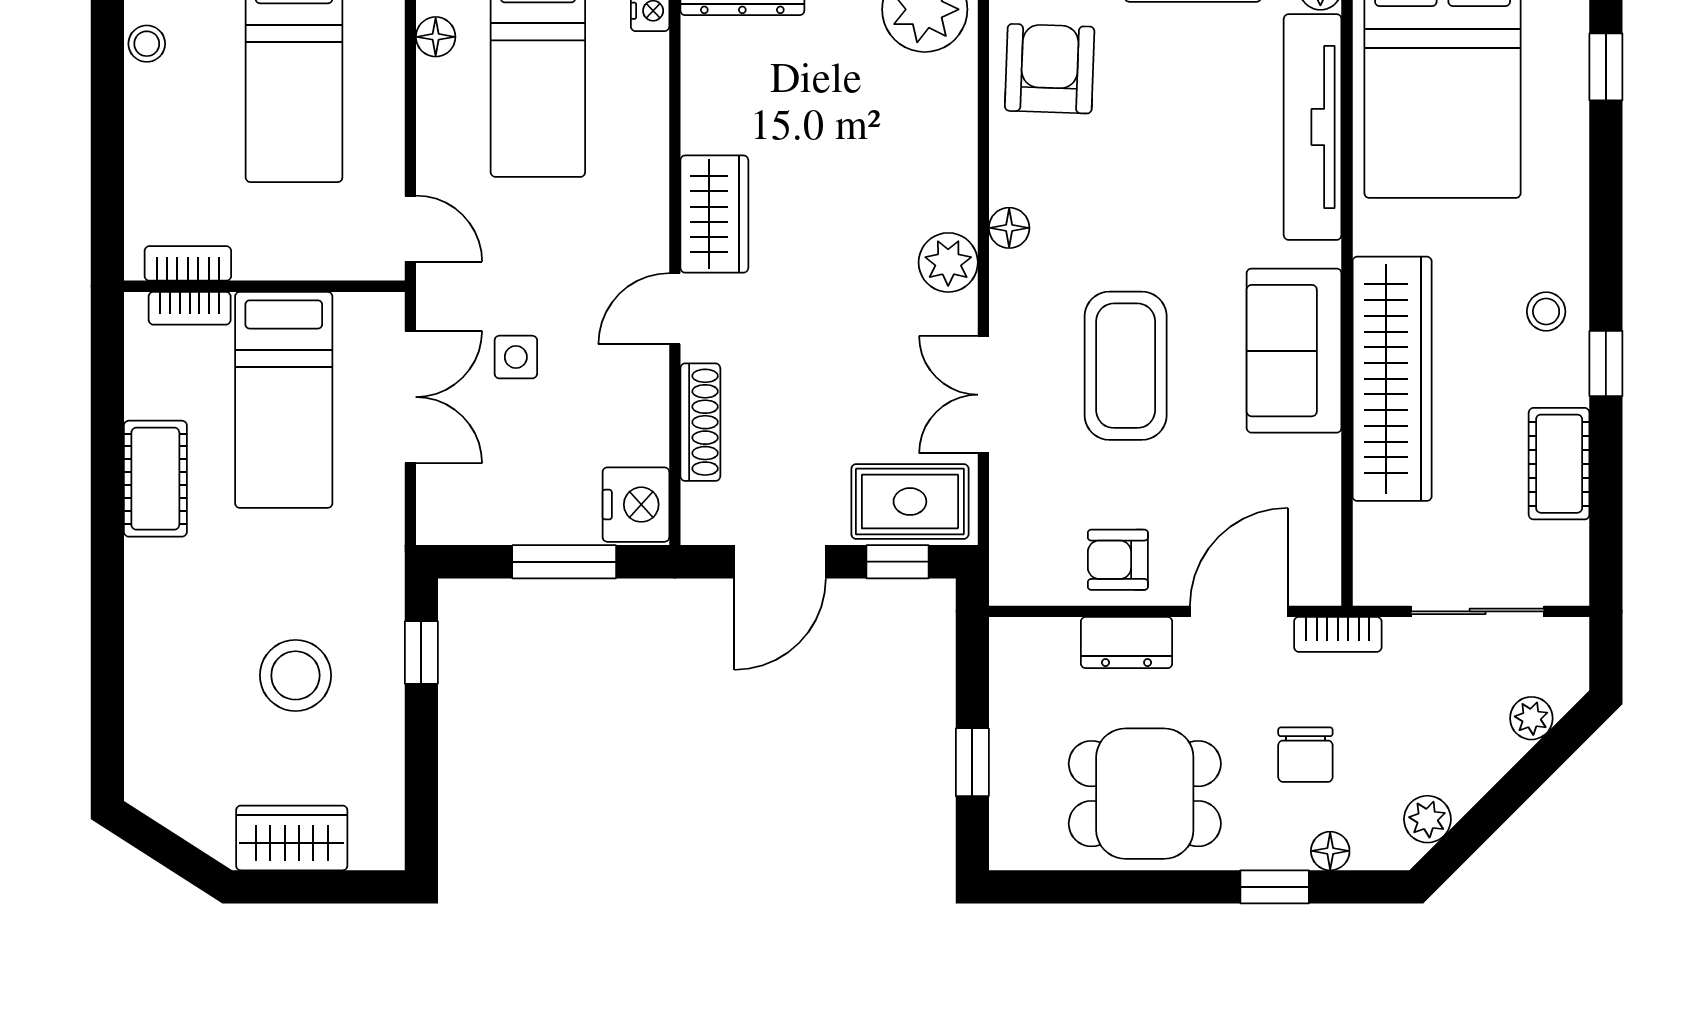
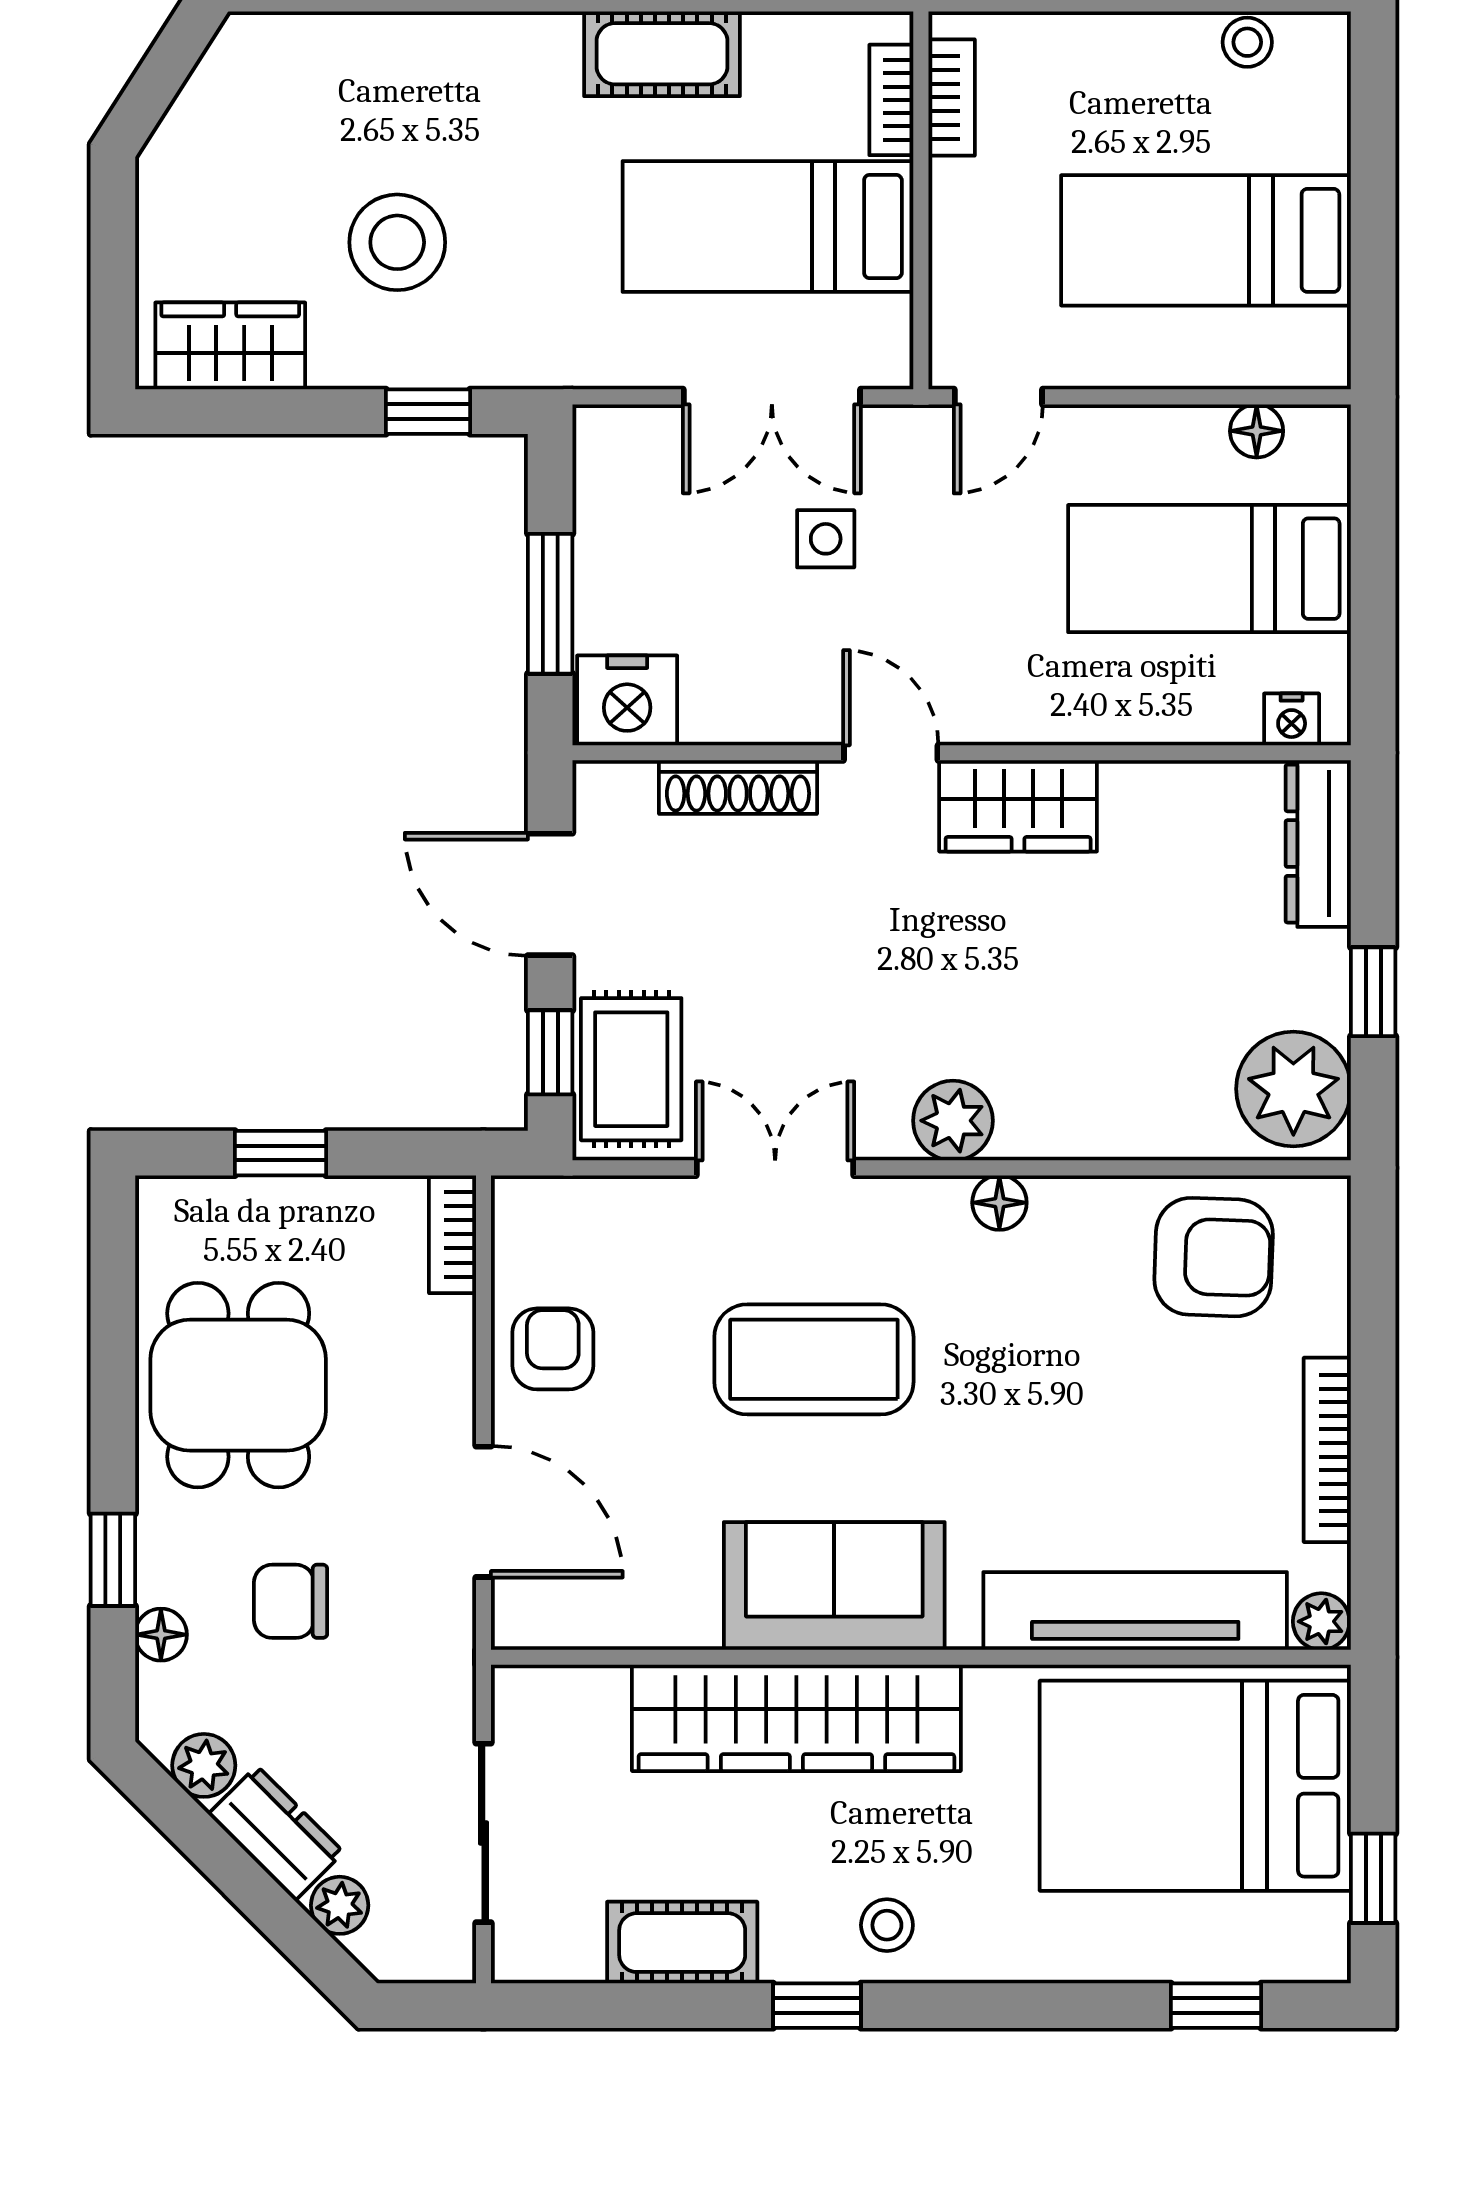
bookcase: (1338, 634) -> (452, 1234), moved
dresser: (1127, 643) -> (276, 1833), moved, turned 135
wardrobe: (292, 838) -> (230, 346), moved, turned -90

